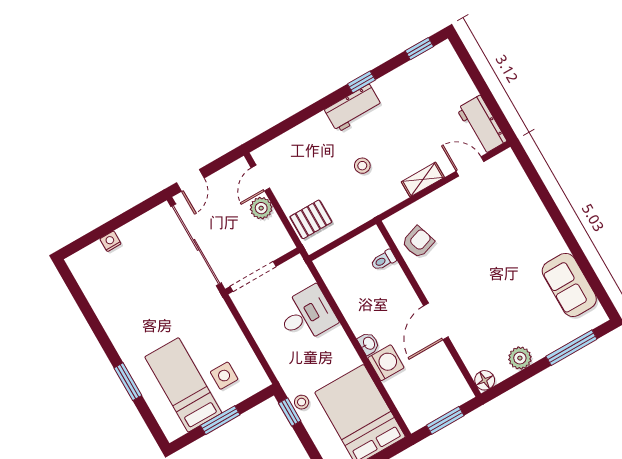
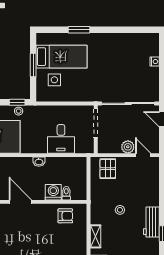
armchair: (418, 242) -> (65, 216), turned -72
washbasin: (369, 343) -> (39, 162), moved
washing machine: (386, 363) -> (53, 192), moved, turned 180

